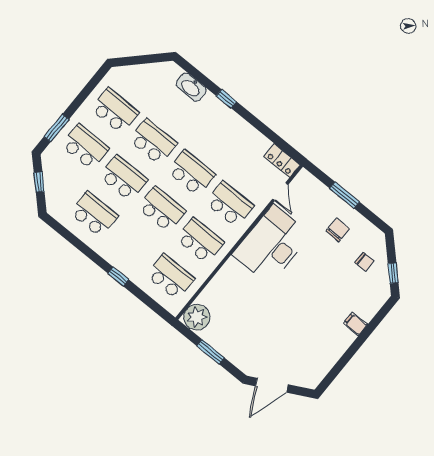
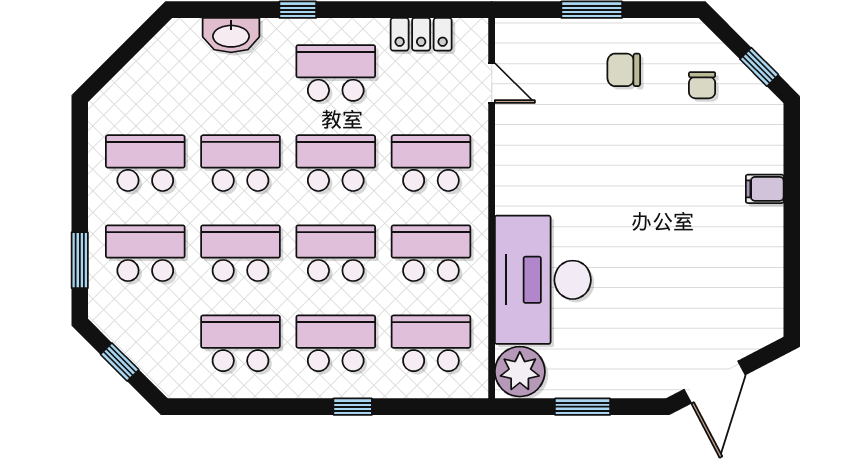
school desk: (221, 137) -> (336, 73), added
locker: (282, 160) -> (421, 34), moved
chair: (338, 230) -> (624, 70), turned -90
school desk: (132, 245) -> (336, 343), added
desk: (271, 245) -> (543, 280), moved
chair: (364, 262) -> (702, 85), turned 90

